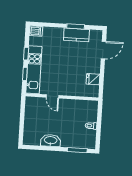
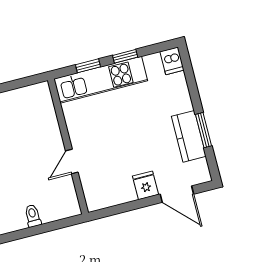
fridge: (93, 79) -> (145, 185), moved
door: (52, 96) -> (72, 161), moved

